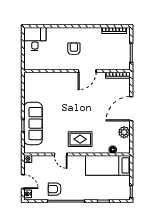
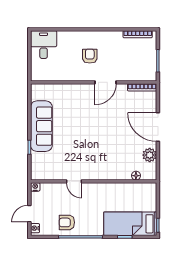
door: (131, 109) -> (158, 127), hinge flipped
sofa: (33, 124) -> (41, 126), moved
rug: (80, 139) -> (97, 163), removed
bed: (108, 165) -> (130, 224), moved
door: (23, 182) -> (29, 214), swing flipped

